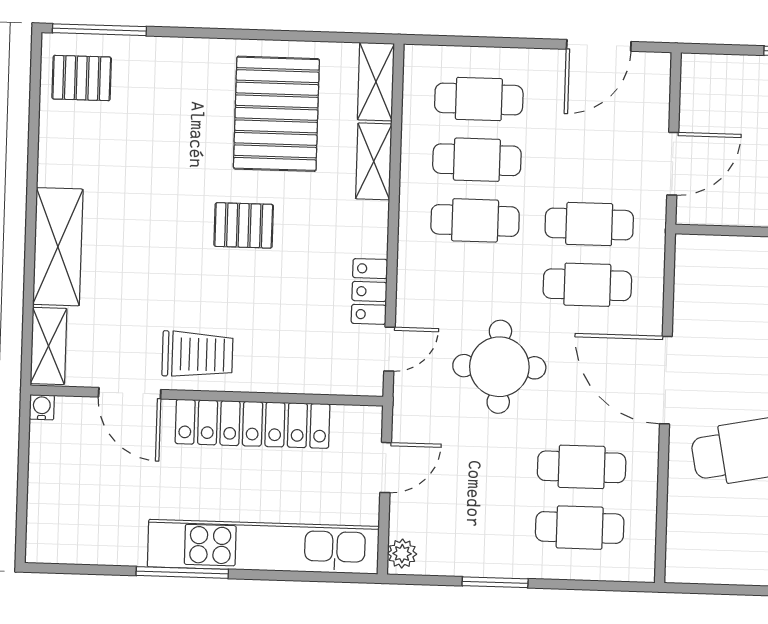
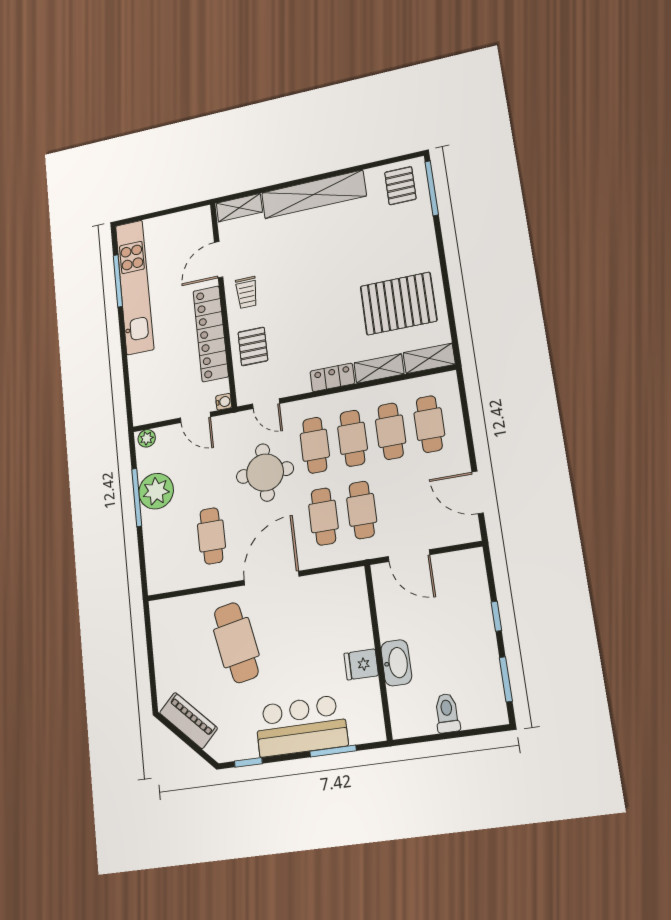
pallet: (244, 225) -> (253, 346), moved
shelving: (58, 247) -> (314, 194), width x1.47
locker: (369, 291) -> (332, 377), moved
trolley: (197, 354) -> (247, 292), width x0.73, depth x0.72
water cooler: (42, 407) -> (224, 402), moved
cafe table: (580, 528) -> (315, 445), moved
kitchen unit: (263, 547) -> (135, 287), moved
plant: (492, 549) -> (156, 491), added
window: (182, 572) -> (118, 281), moved
window: (495, 582) -> (137, 497), width x1.44

